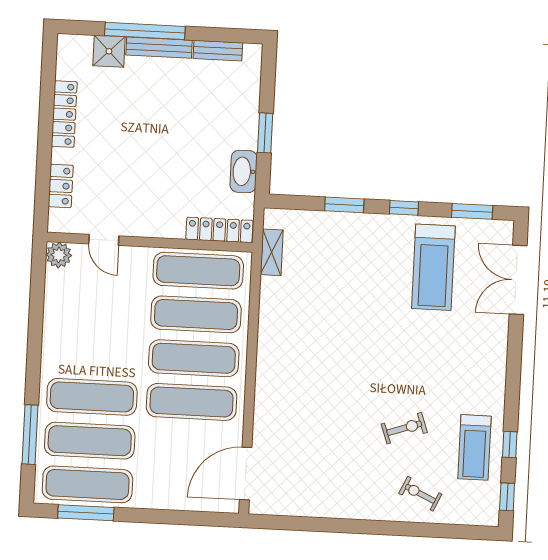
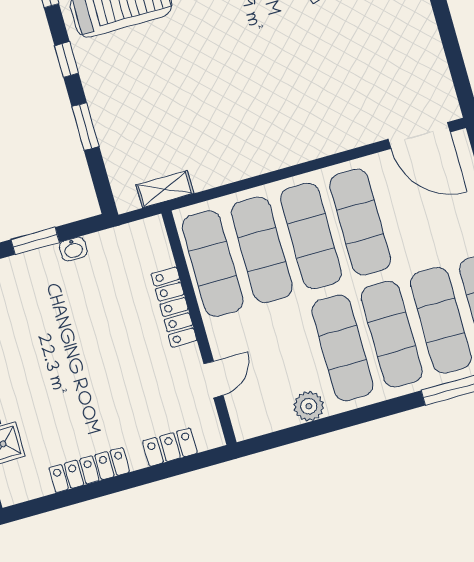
washbasin: (244, 171) -> (73, 249), width x0.52, depth x0.69
locker: (219, 230) -> (174, 307), moved
plant: (59, 255) -> (309, 406), moved
exercise mat: (94, 353) -> (342, 348), added

